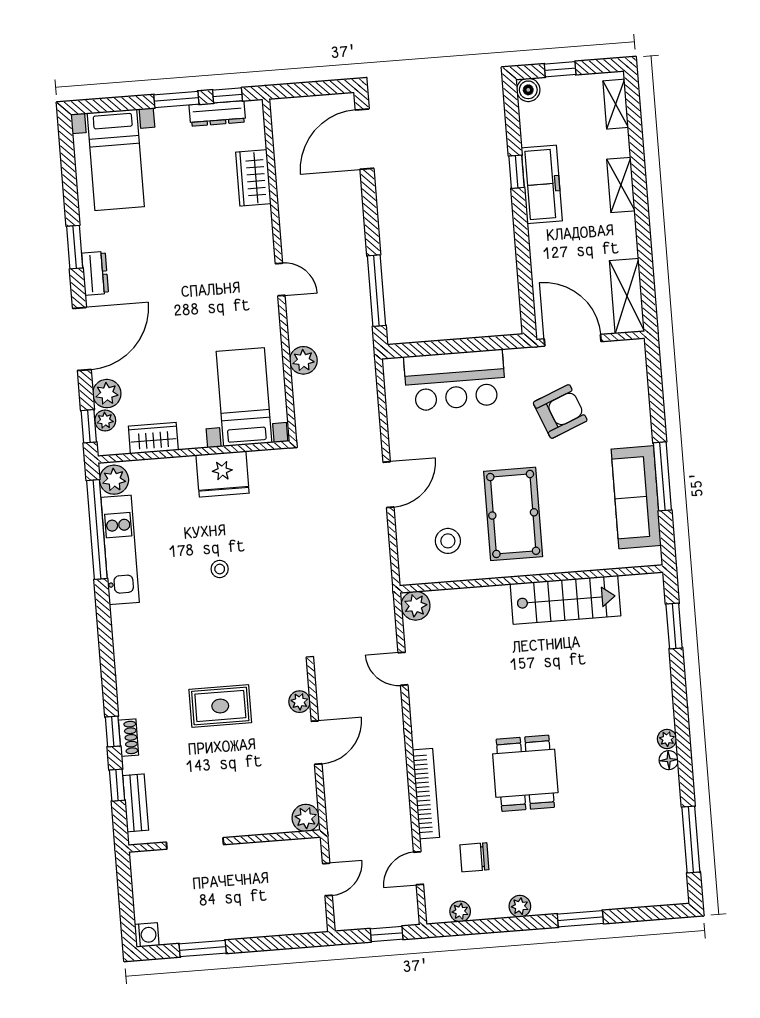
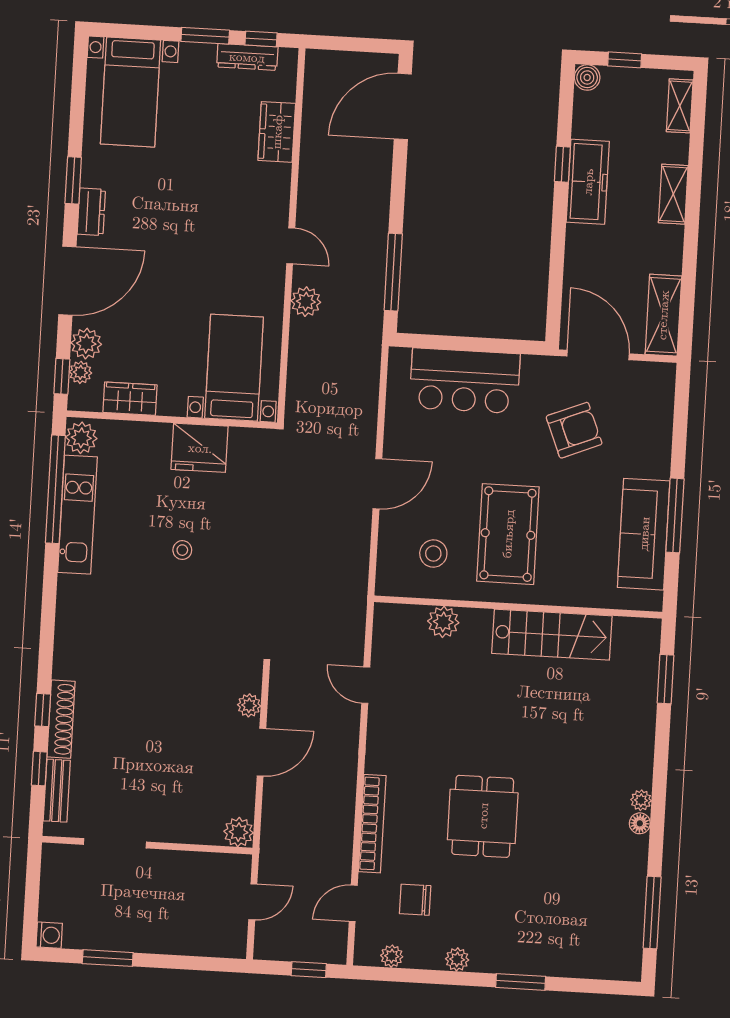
plant: (303, 360) -> (306, 302), moved
plant: (416, 606) -> (443, 622), moved
rug: (220, 706) -> (163, 698), removed
shoe rack: (129, 738) -> (61, 719), width x1.94, depth x1.24

